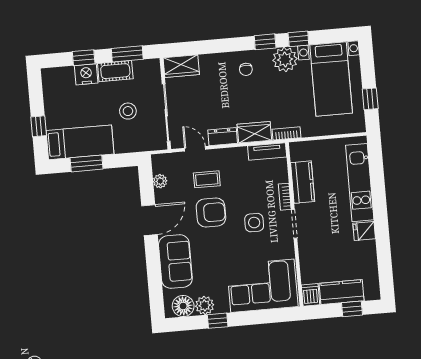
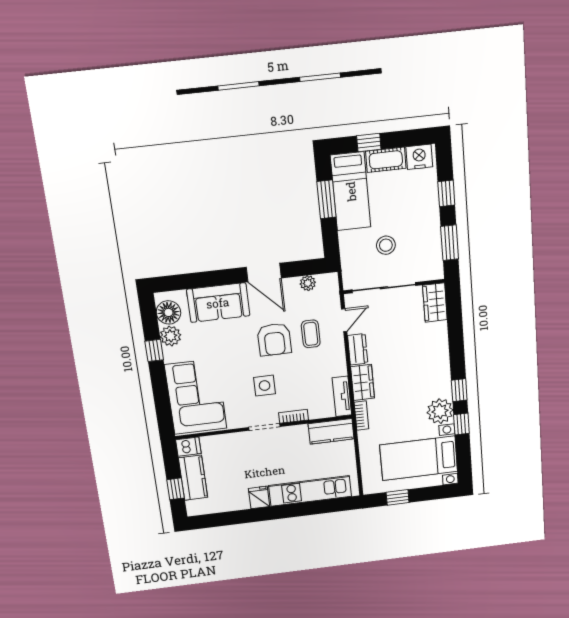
chair: (246, 69) -> (430, 371), removed
cot: (115, 71) -> (386, 160), moved, turned 90
nightstand: (86, 74) -> (419, 157), moved, turned -90
kitchen counter: (303, 182) -> (331, 431), moved

